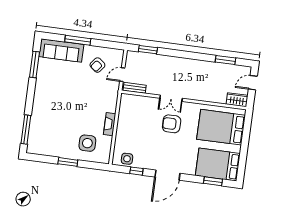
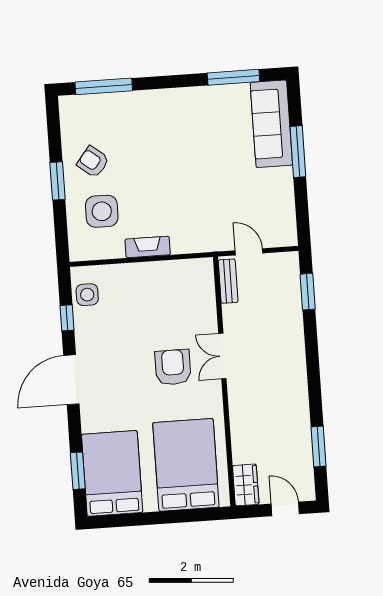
armchair: (97, 65) -> (93, 162), moved
door: (167, 175) -> (71, 380), hinge flipped

